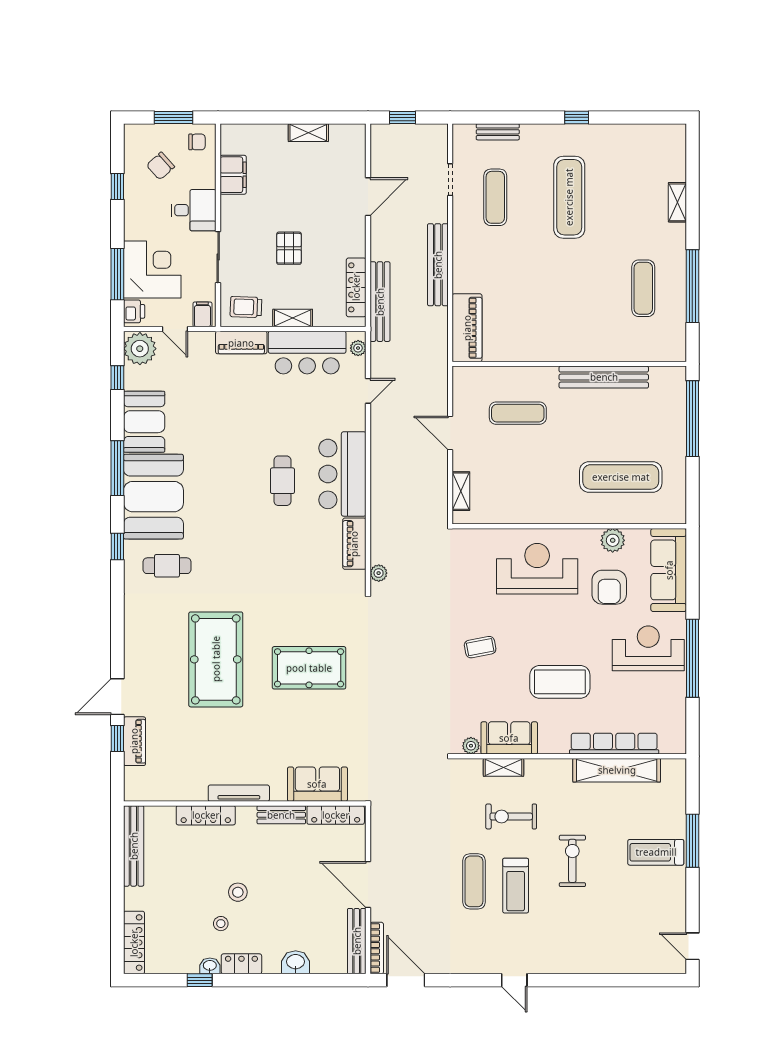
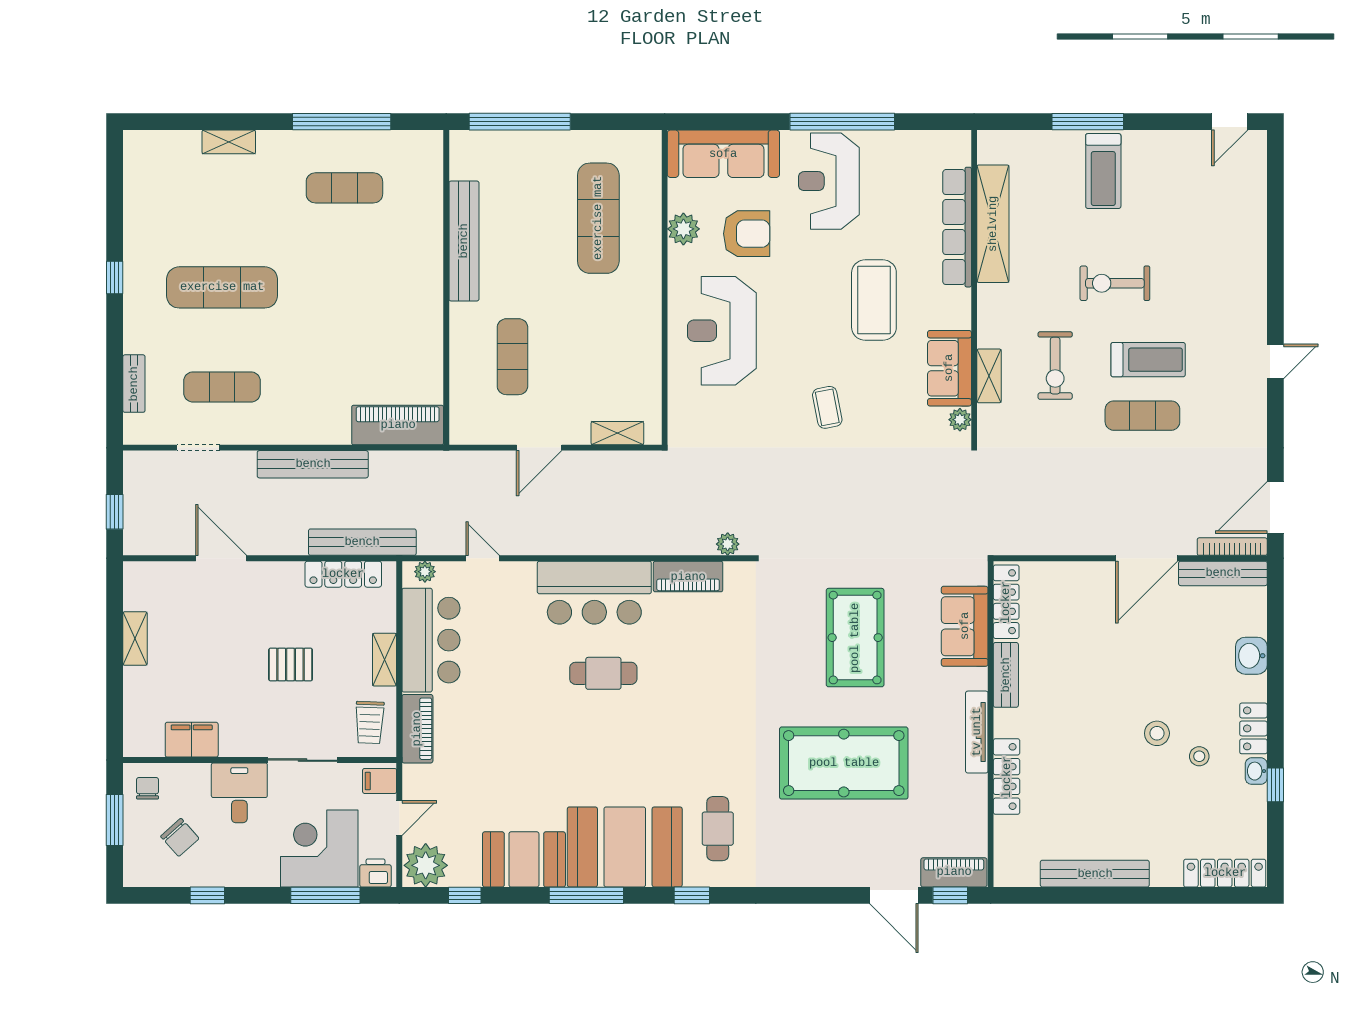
sofa: (317, 784) -> (965, 626), moved
tv unit: (239, 793) -> (977, 732), moved
wall: (245, 803) -> (991, 724), moved
locker: (206, 815) -> (1007, 777), moved
bench: (281, 815) -> (1006, 675), moved
locker: (336, 815) -> (1006, 602), moved

